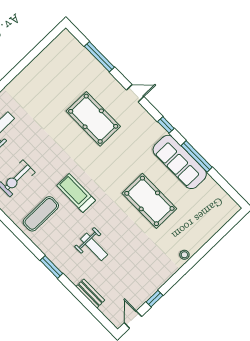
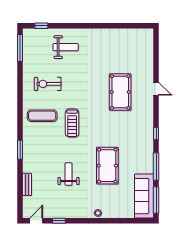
window: (99, 57) -> (156, 200), moved
door: (135, 93) -> (156, 89), moved
sofa: (180, 162) -> (144, 196), moved
treadmill: (76, 193) -> (72, 123), turned 180
weight bench: (94, 247) -> (69, 174), moved, turned 180

